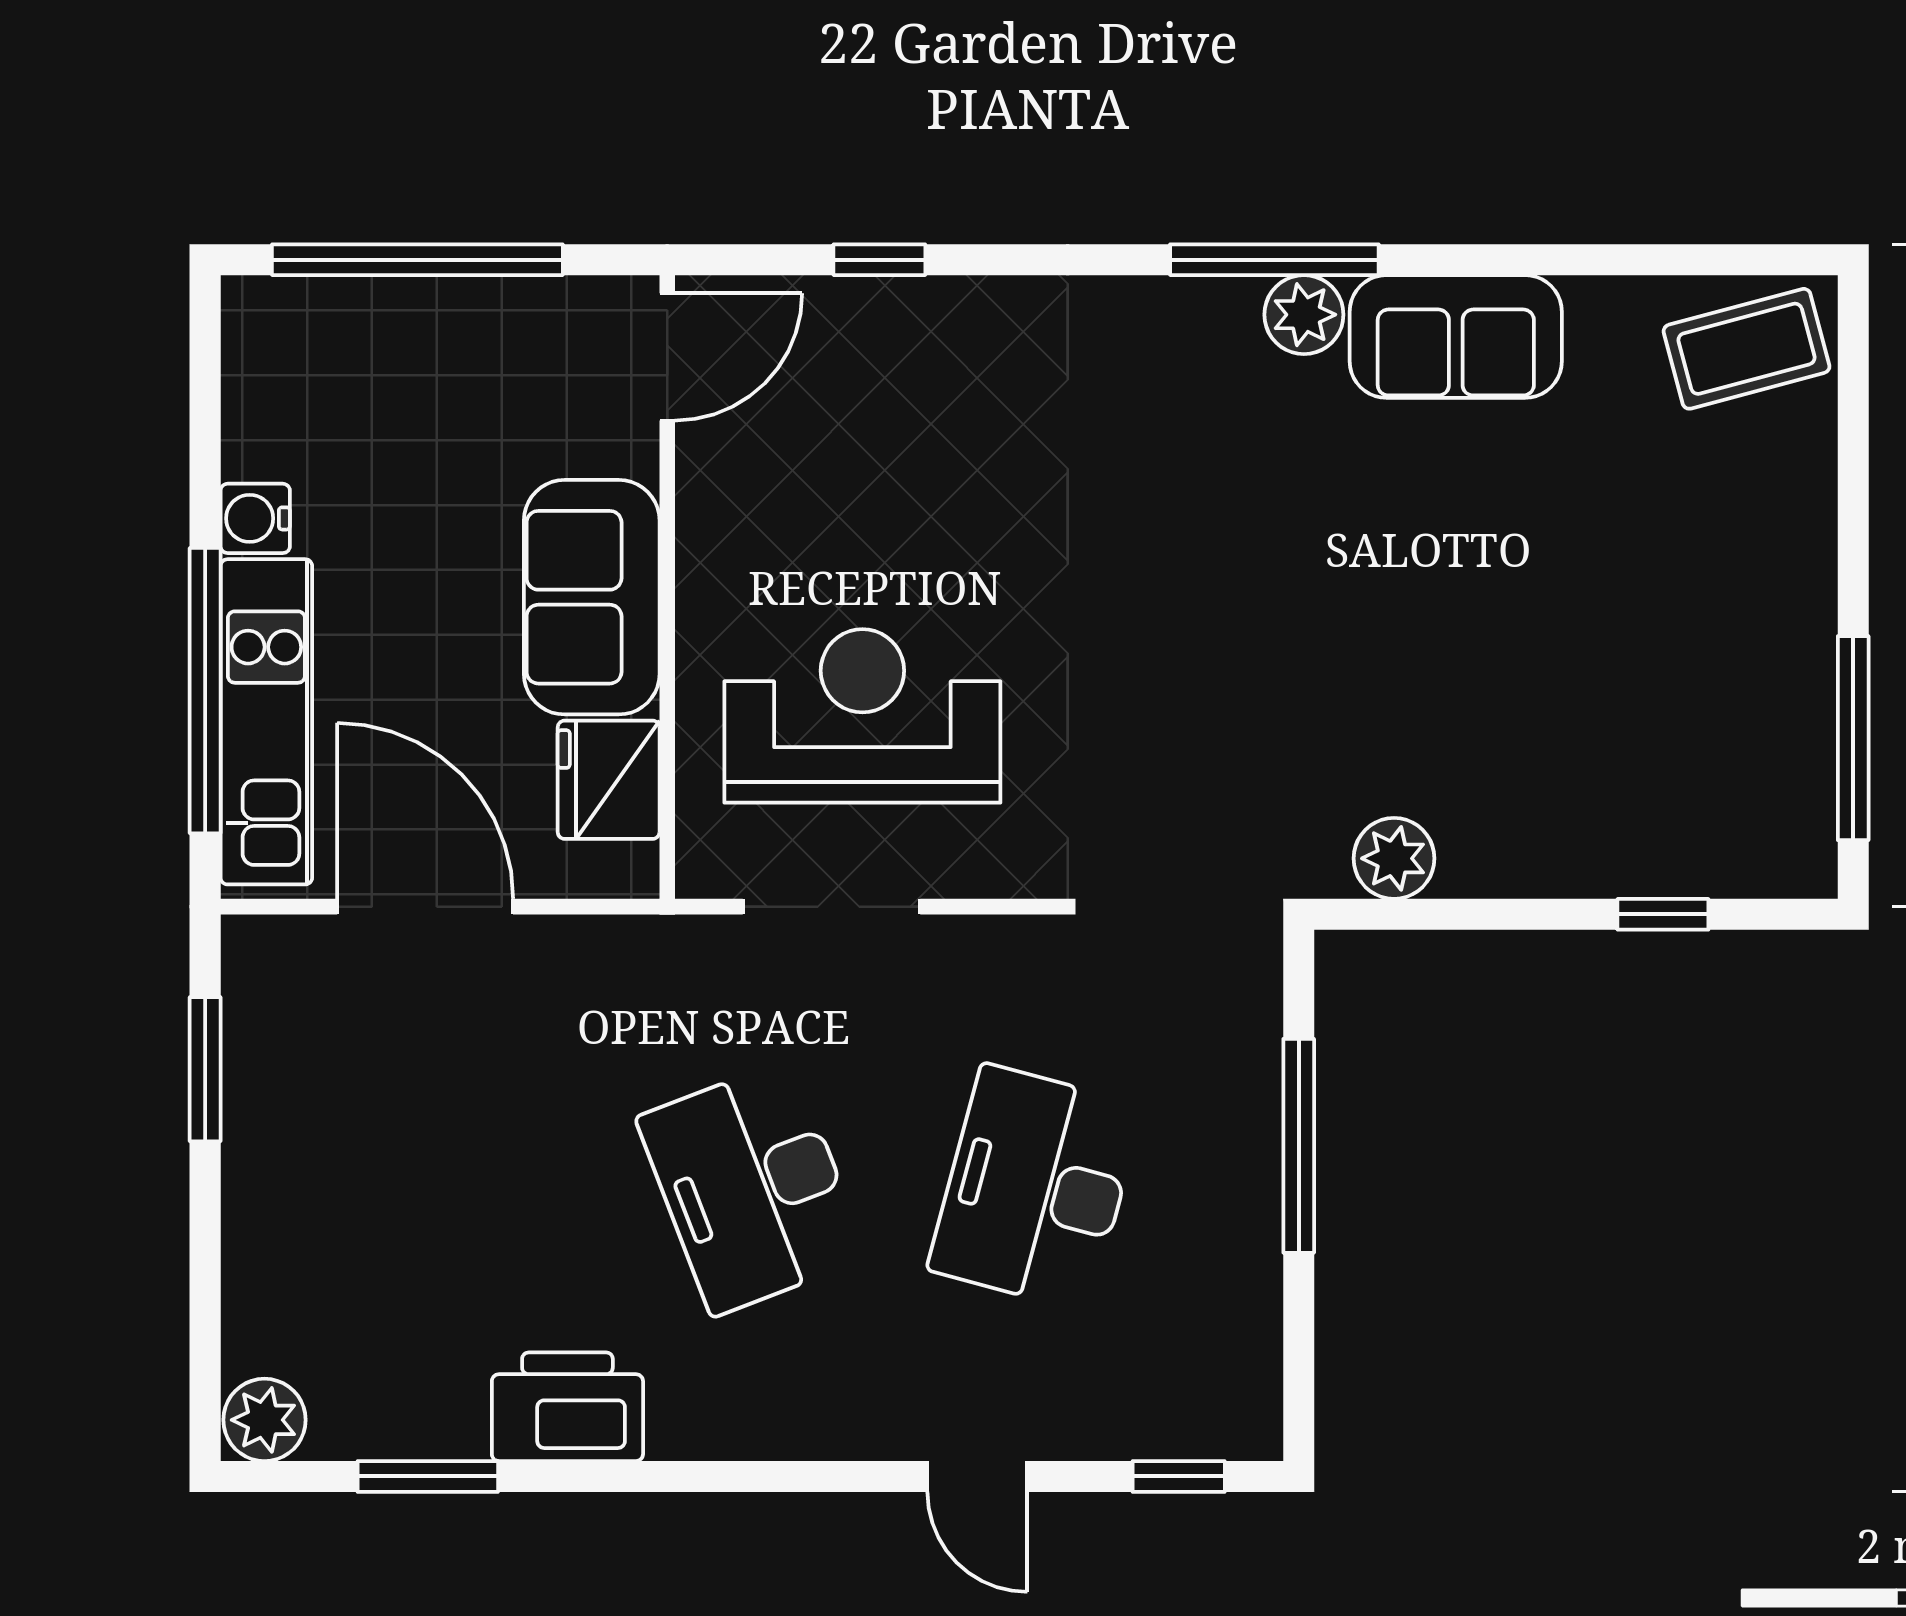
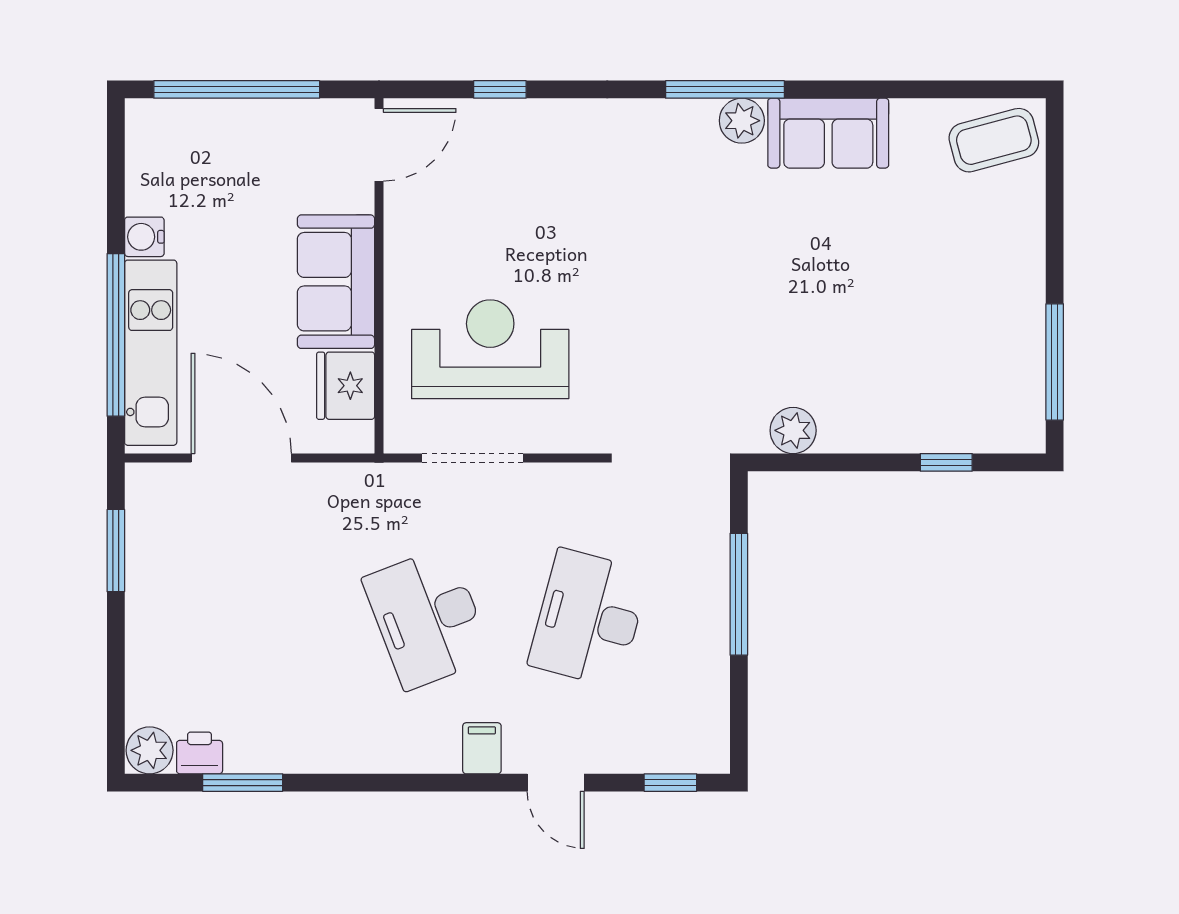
printer: (567, 1407) -> (200, 753), moved, width x0.53, depth x0.68
filing cabinet: (848, 1416) -> (482, 748), added

